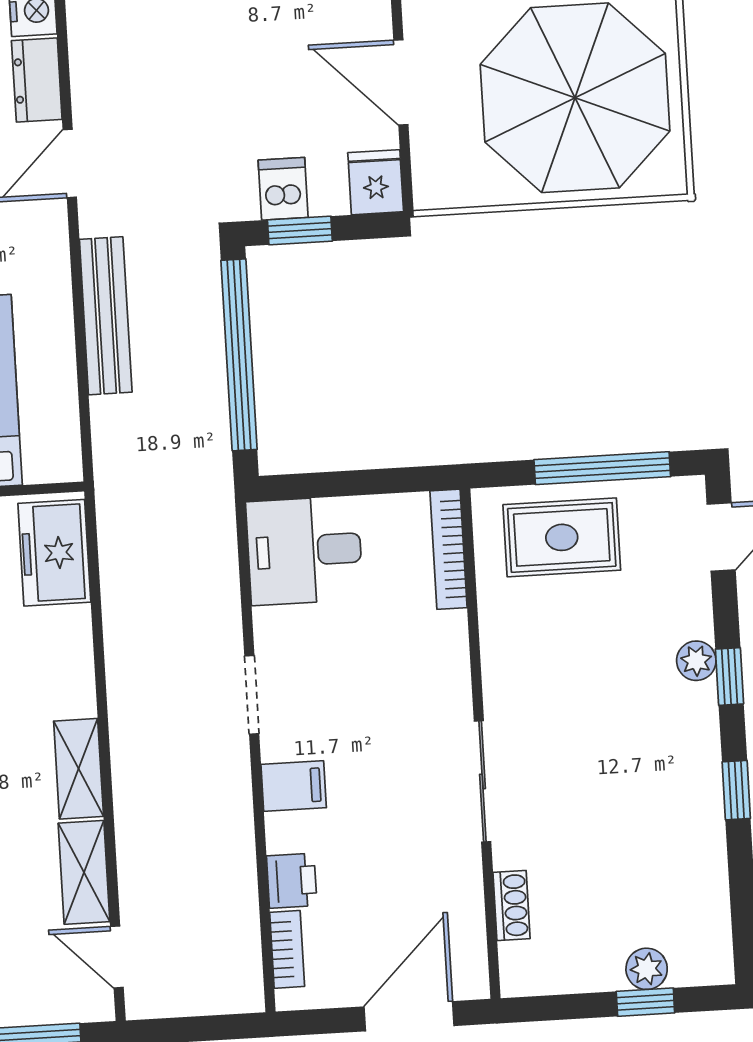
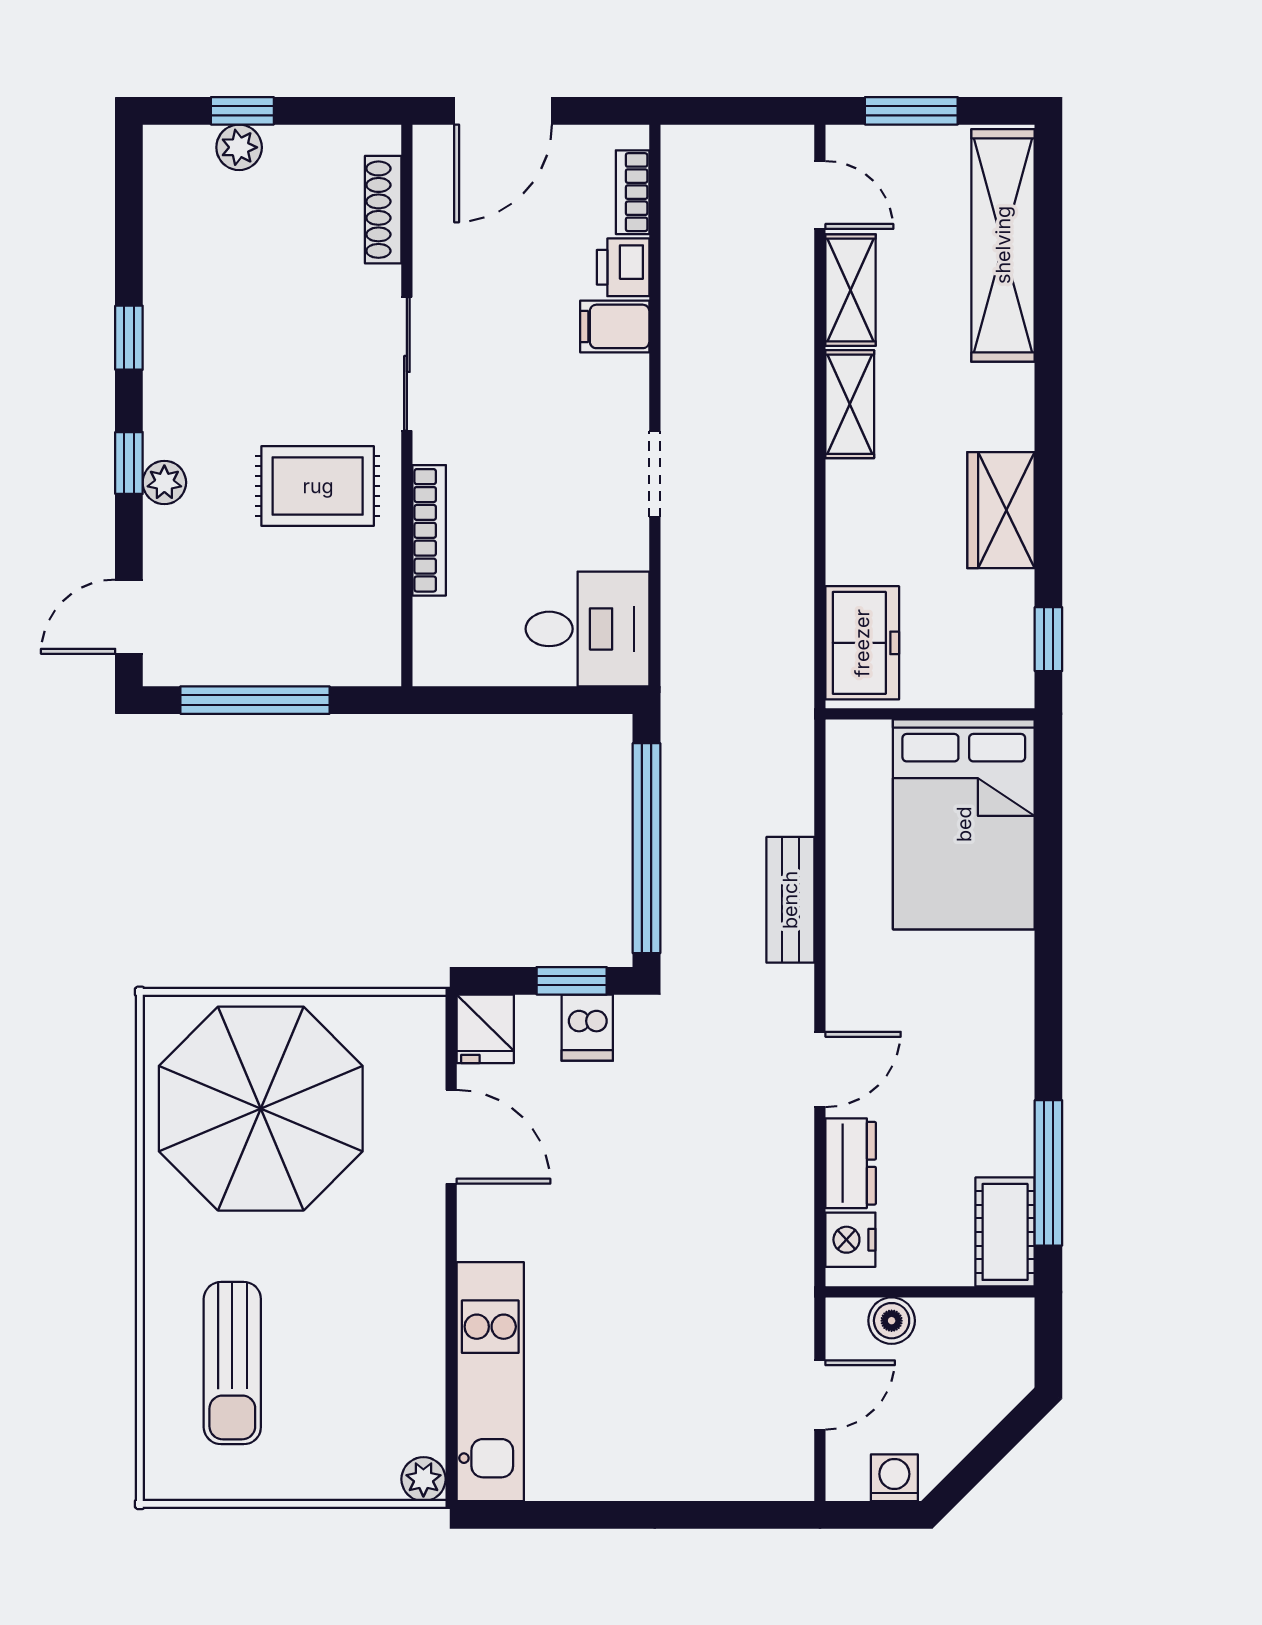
bench: (106, 316) -> (790, 900), width x0.73
rug: (562, 537) -> (318, 486), moved
bookcase: (448, 549) -> (429, 530), moved
filing cabinet: (294, 786) -> (615, 326), moved
shoe rack: (512, 905) -> (383, 210), width x1.43

